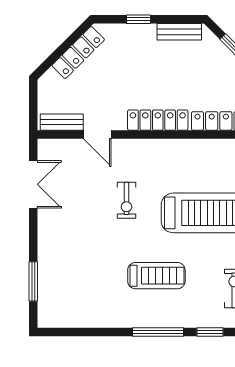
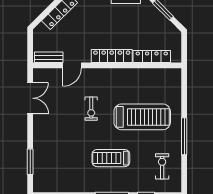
door: (97, 134) -> (72, 65), hinge flipped
treadmill: (156, 276) -> (111, 158), turned 180

